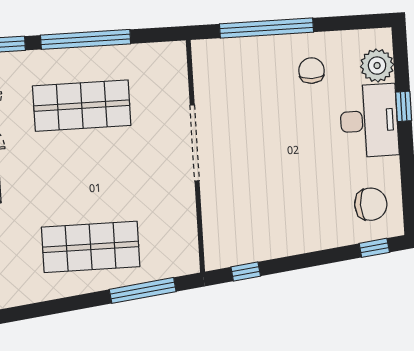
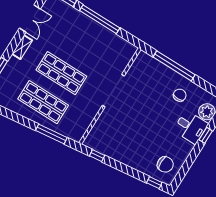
shop shelf: (82, 106) -> (61, 73), moved
desk: (369, 121) -> (191, 127), width x0.73

